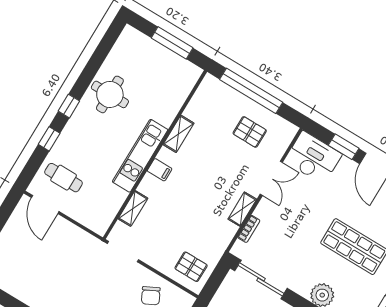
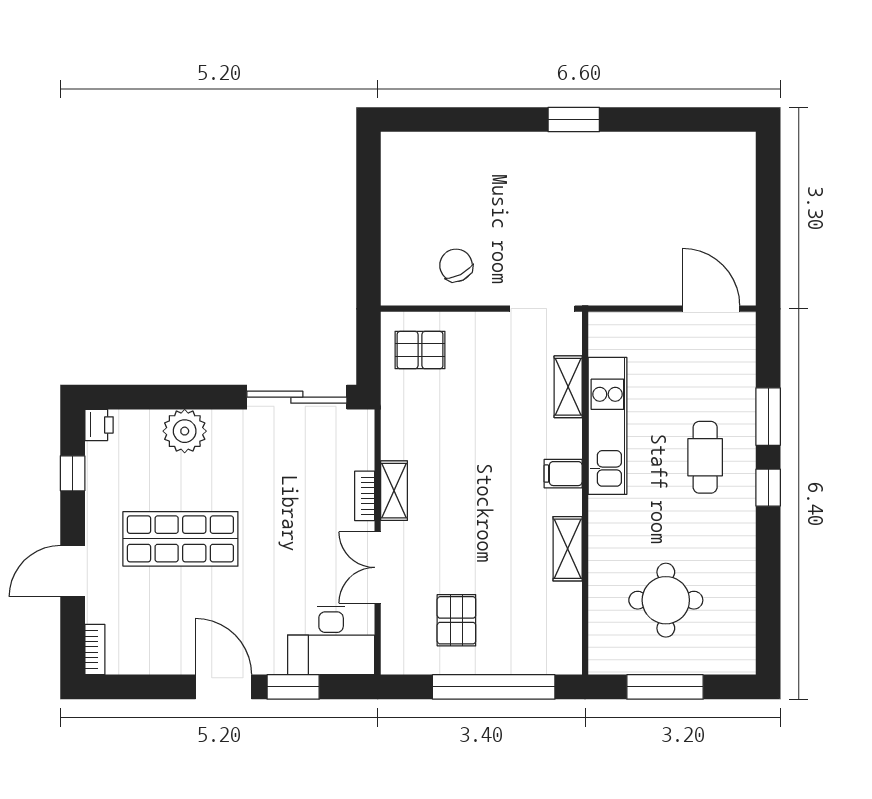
round table: (110, 94) -> (666, 600), moved
pallet: (250, 132) -> (456, 620), turned 90
window: (49, 139) -> (768, 417), width x1.50
kitchen unit: (140, 156) -> (607, 426), moved
cafe table: (64, 178) -> (705, 457), moved, turned 90
bookcase: (249, 229) -> (365, 496), moved

